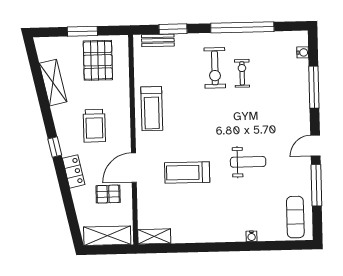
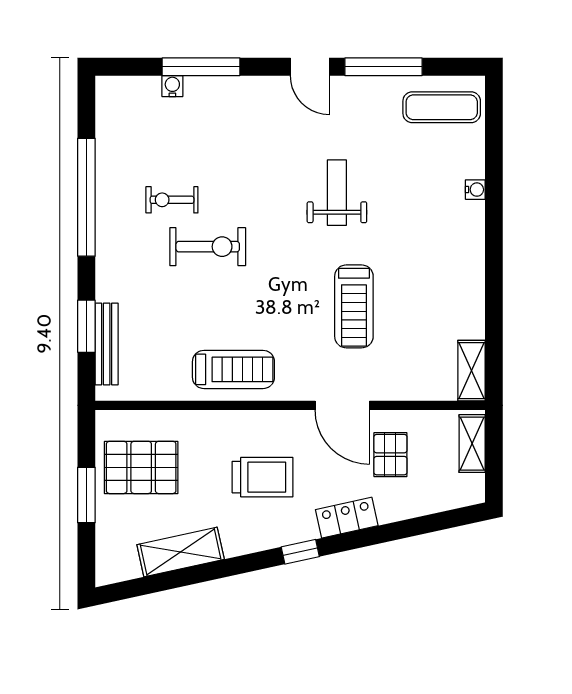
bench: (158, 40) -> (107, 344), width x1.36
water cooler: (303, 52) -> (172, 86), moved
exercise bike: (215, 68) -> (208, 247), moved
shelving: (107, 236) -> (472, 444), width x0.67, depth x0.75

